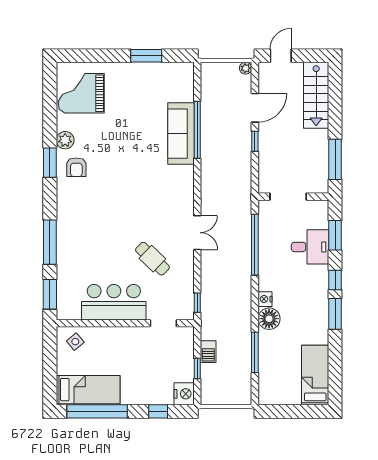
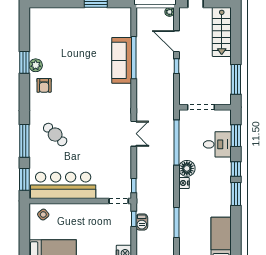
grand piano: (81, 93) -> (48, 31), removed
door: (255, 108) -> (176, 41), swing flipped
window: (50, 163) -> (24, 62), moved
cafe table: (152, 259) -> (55, 135), moved
bar counter: (114, 302) -> (63, 185), width x1.36
floor lamp: (269, 319) -> (187, 168), moved
doorway: (163, 323) -> (119, 201), moved
window: (197, 369) -> (134, 219), moved

